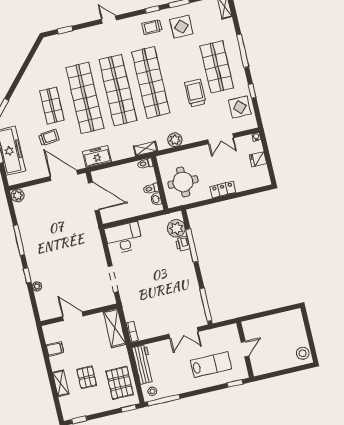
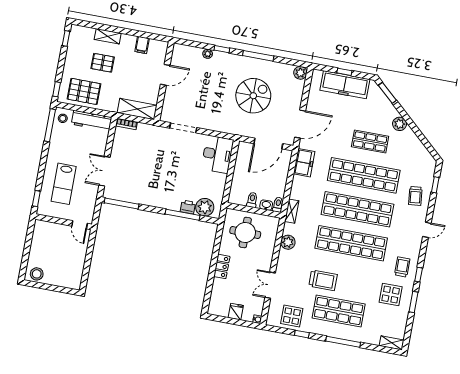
plant: (24, 86) -> (400, 124), added
trolley: (49, 137) -> (415, 196), moved
washbasin: (156, 199) -> (266, 205), moved
spiral stairs: (57, 229) -> (253, 96), added
door: (245, 349) -> (80, 225), moved

